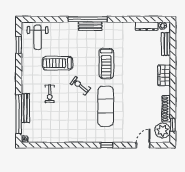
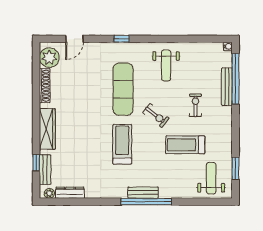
treadmill: (58, 63) -> (185, 145), turned 180
wardrobe: (164, 75) -> (47, 129), width x1.50
weight bench: (72, 124) -> (166, 65), added
window: (173, 125) -> (36, 163), moved

